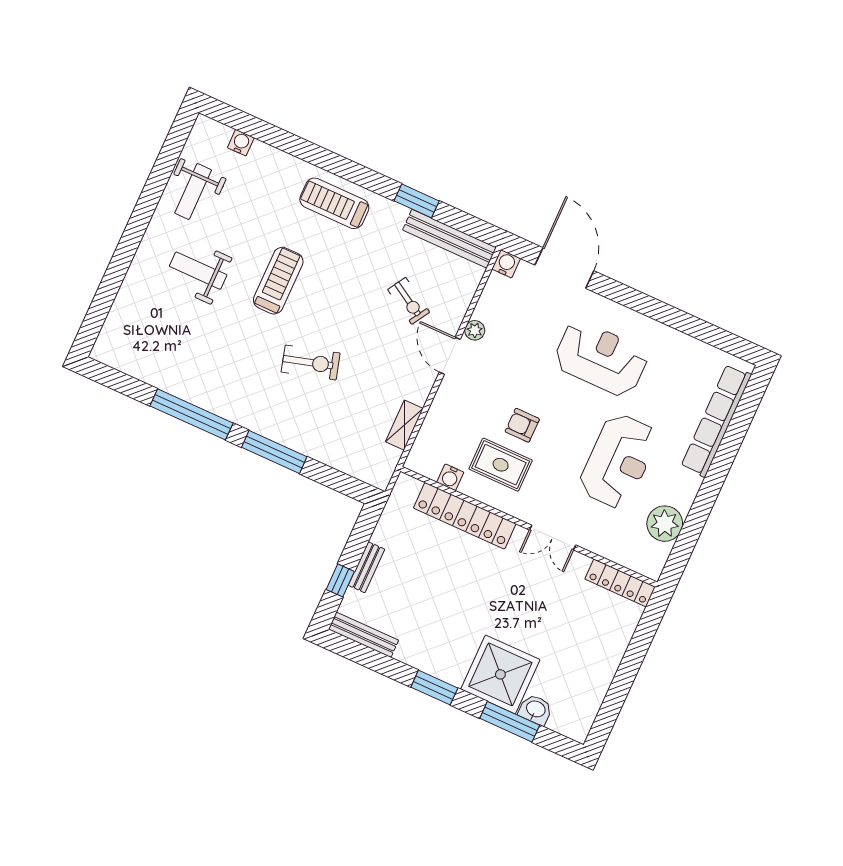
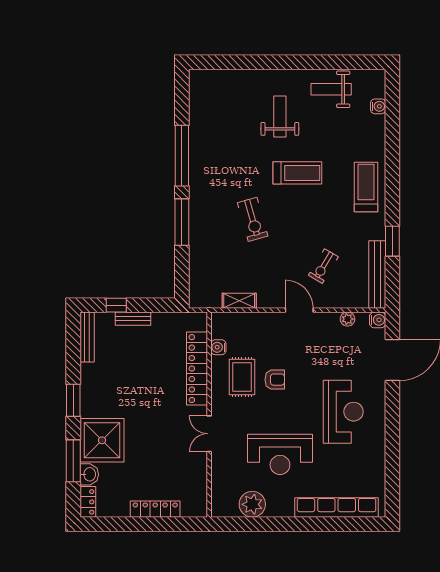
plant: (475, 330) -> (348, 319), moved
door: (450, 356) -> (299, 310), hinge flipped
armchair: (522, 425) -> (275, 380), turned 90
locker: (620, 583) -> (155, 509), moved, turned 90
locker: (569, 727) -> (88, 502), added

